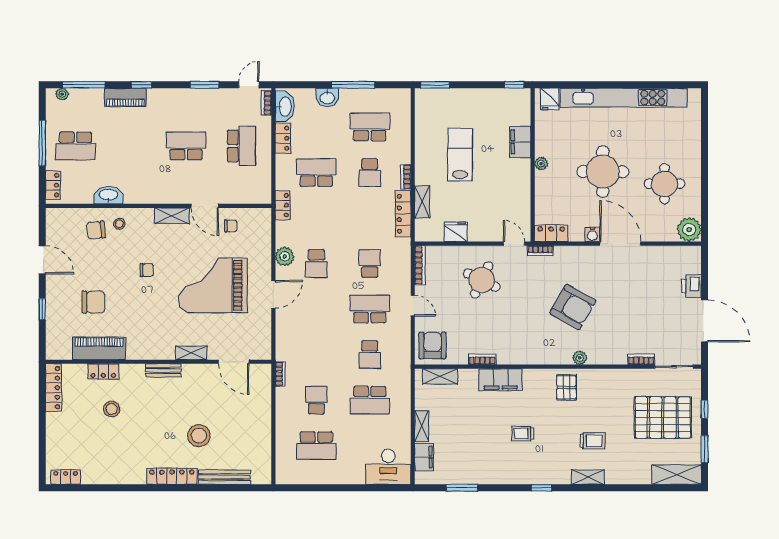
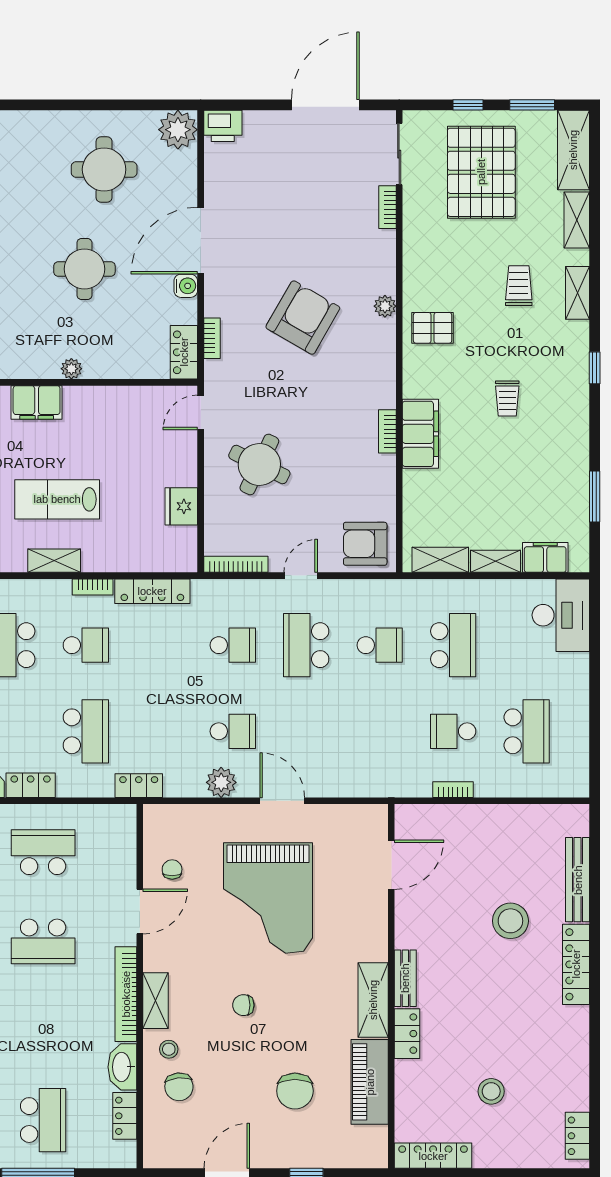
school desk: (186, 146) -> (43, 941), turned -90
school desk: (316, 172) -> (86, 731), turned 180
round table: (603, 172) -> (84, 269), width x0.73, depth x0.73
locker: (53, 185) -> (125, 1116), moved, turned -90
bookcase: (153, 197) -> (126, 994), added
shelving: (422, 202) -> (54, 561), moved
shelving: (172, 216) -> (156, 1001), moved
bookcase: (540, 251) -> (212, 338), moved
school desk: (370, 264) -> (233, 645), turned 180
chair: (147, 270) -> (243, 1005), turned -90
printer: (692, 286) -> (223, 126), moved
chair: (93, 302) -> (295, 1091), turned 180
shelving: (191, 353) -> (373, 1000), moved, width x1.50, depth x1.33
bookcase: (482, 359) -> (387, 431), moved
locker: (103, 372) -> (407, 1034), moved
bookcase: (280, 374) -> (453, 790), moved
shelving: (440, 376) -> (440, 560), moved, turned 90
stool: (112, 409) -> (491, 1091), moved
shelving: (633, 477) -> (577, 220), added

